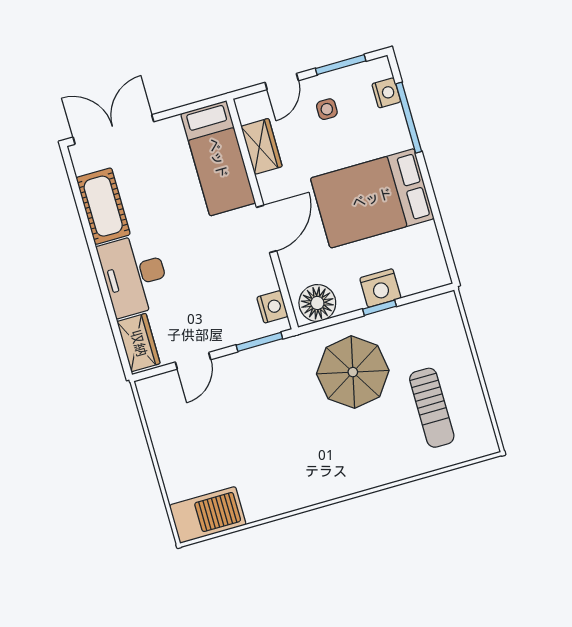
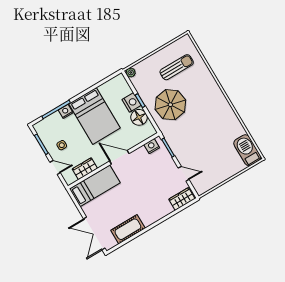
nightstand: (386, 93) -> (66, 111), moved
desk: (134, 275) -> (154, 208), removed
floor lamp: (317, 303) -> (139, 117), moved
plant: (447, 303) -> (131, 72), added

